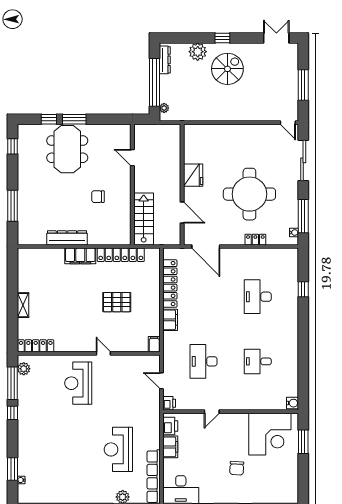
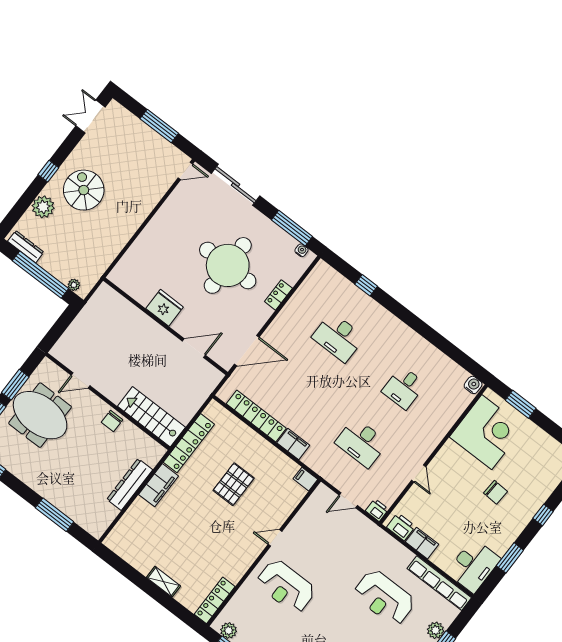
door: (132, 158) -> (81, 380), moved
wall: (132, 185) -> (108, 401), moved
stairs: (144, 219) -> (151, 417), moved

